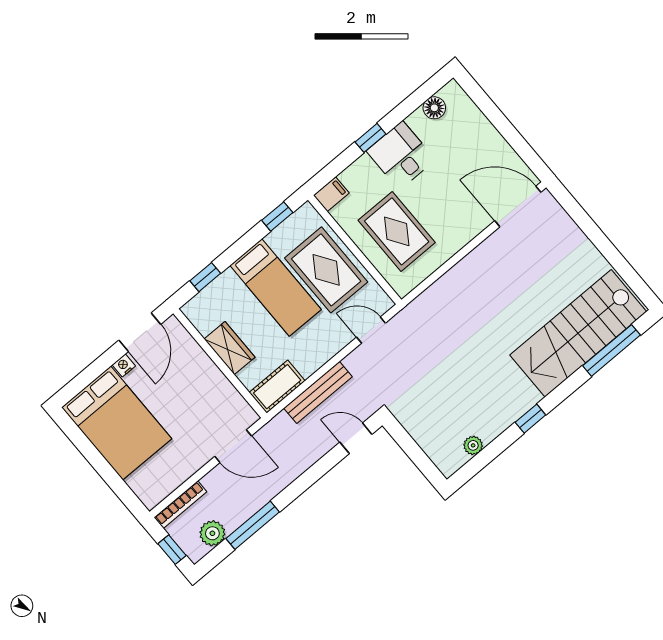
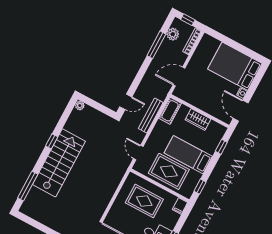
door: (371, 330) -> (138, 153), swing flipped
stairs: (578, 333) -> (59, 163), moved
plant: (473, 445) -> (80, 106), moved

